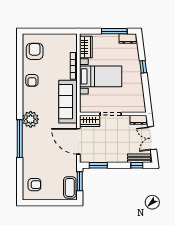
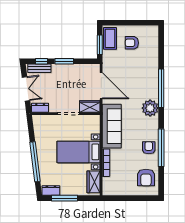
window: (143, 67) -> (35, 162), width x3.17
window: (20, 80) -> (161, 148), added
window: (98, 165) -> (64, 61), moved
armchair: (34, 185) -> (132, 43), moved

